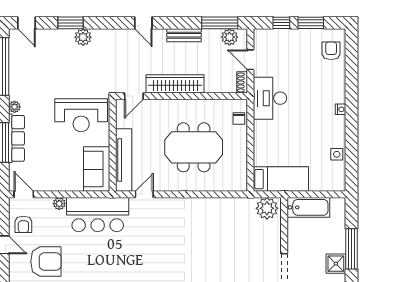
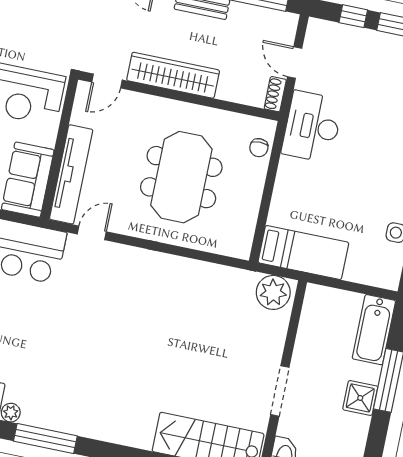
plant: (229, 37) -> (270, 21), removed
meeting table: (194, 147) -> (181, 177), turned 90
bathtub: (308, 207) -> (374, 330), moved, turned 90

